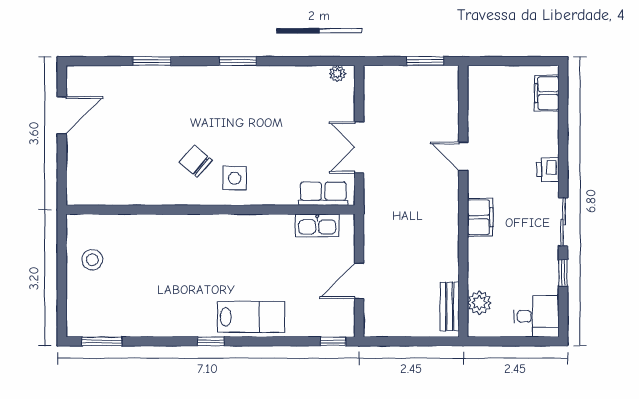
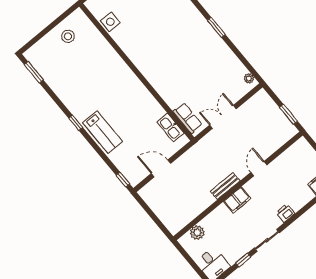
chair: (196, 161) -> (154, 46), removed
side table: (235, 178) -> (110, 22), moved
bench: (450, 306) -> (225, 186), moved

